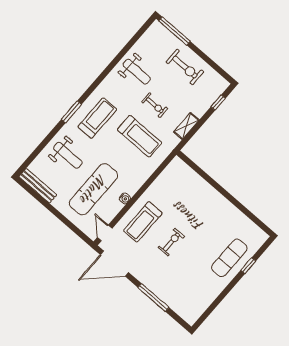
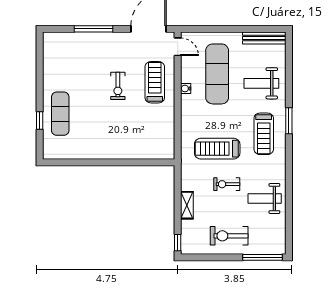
window: (218, 103) -> (178, 243), moved
shelving: (186, 126) -> (187, 205), moved

